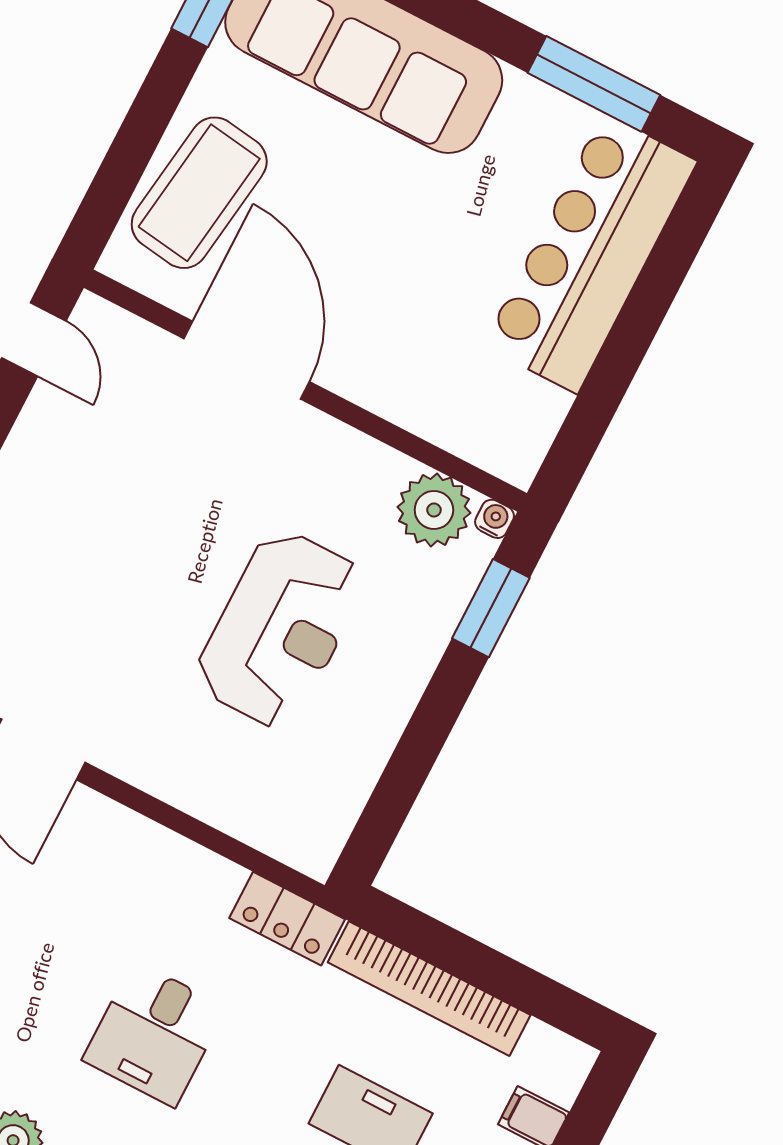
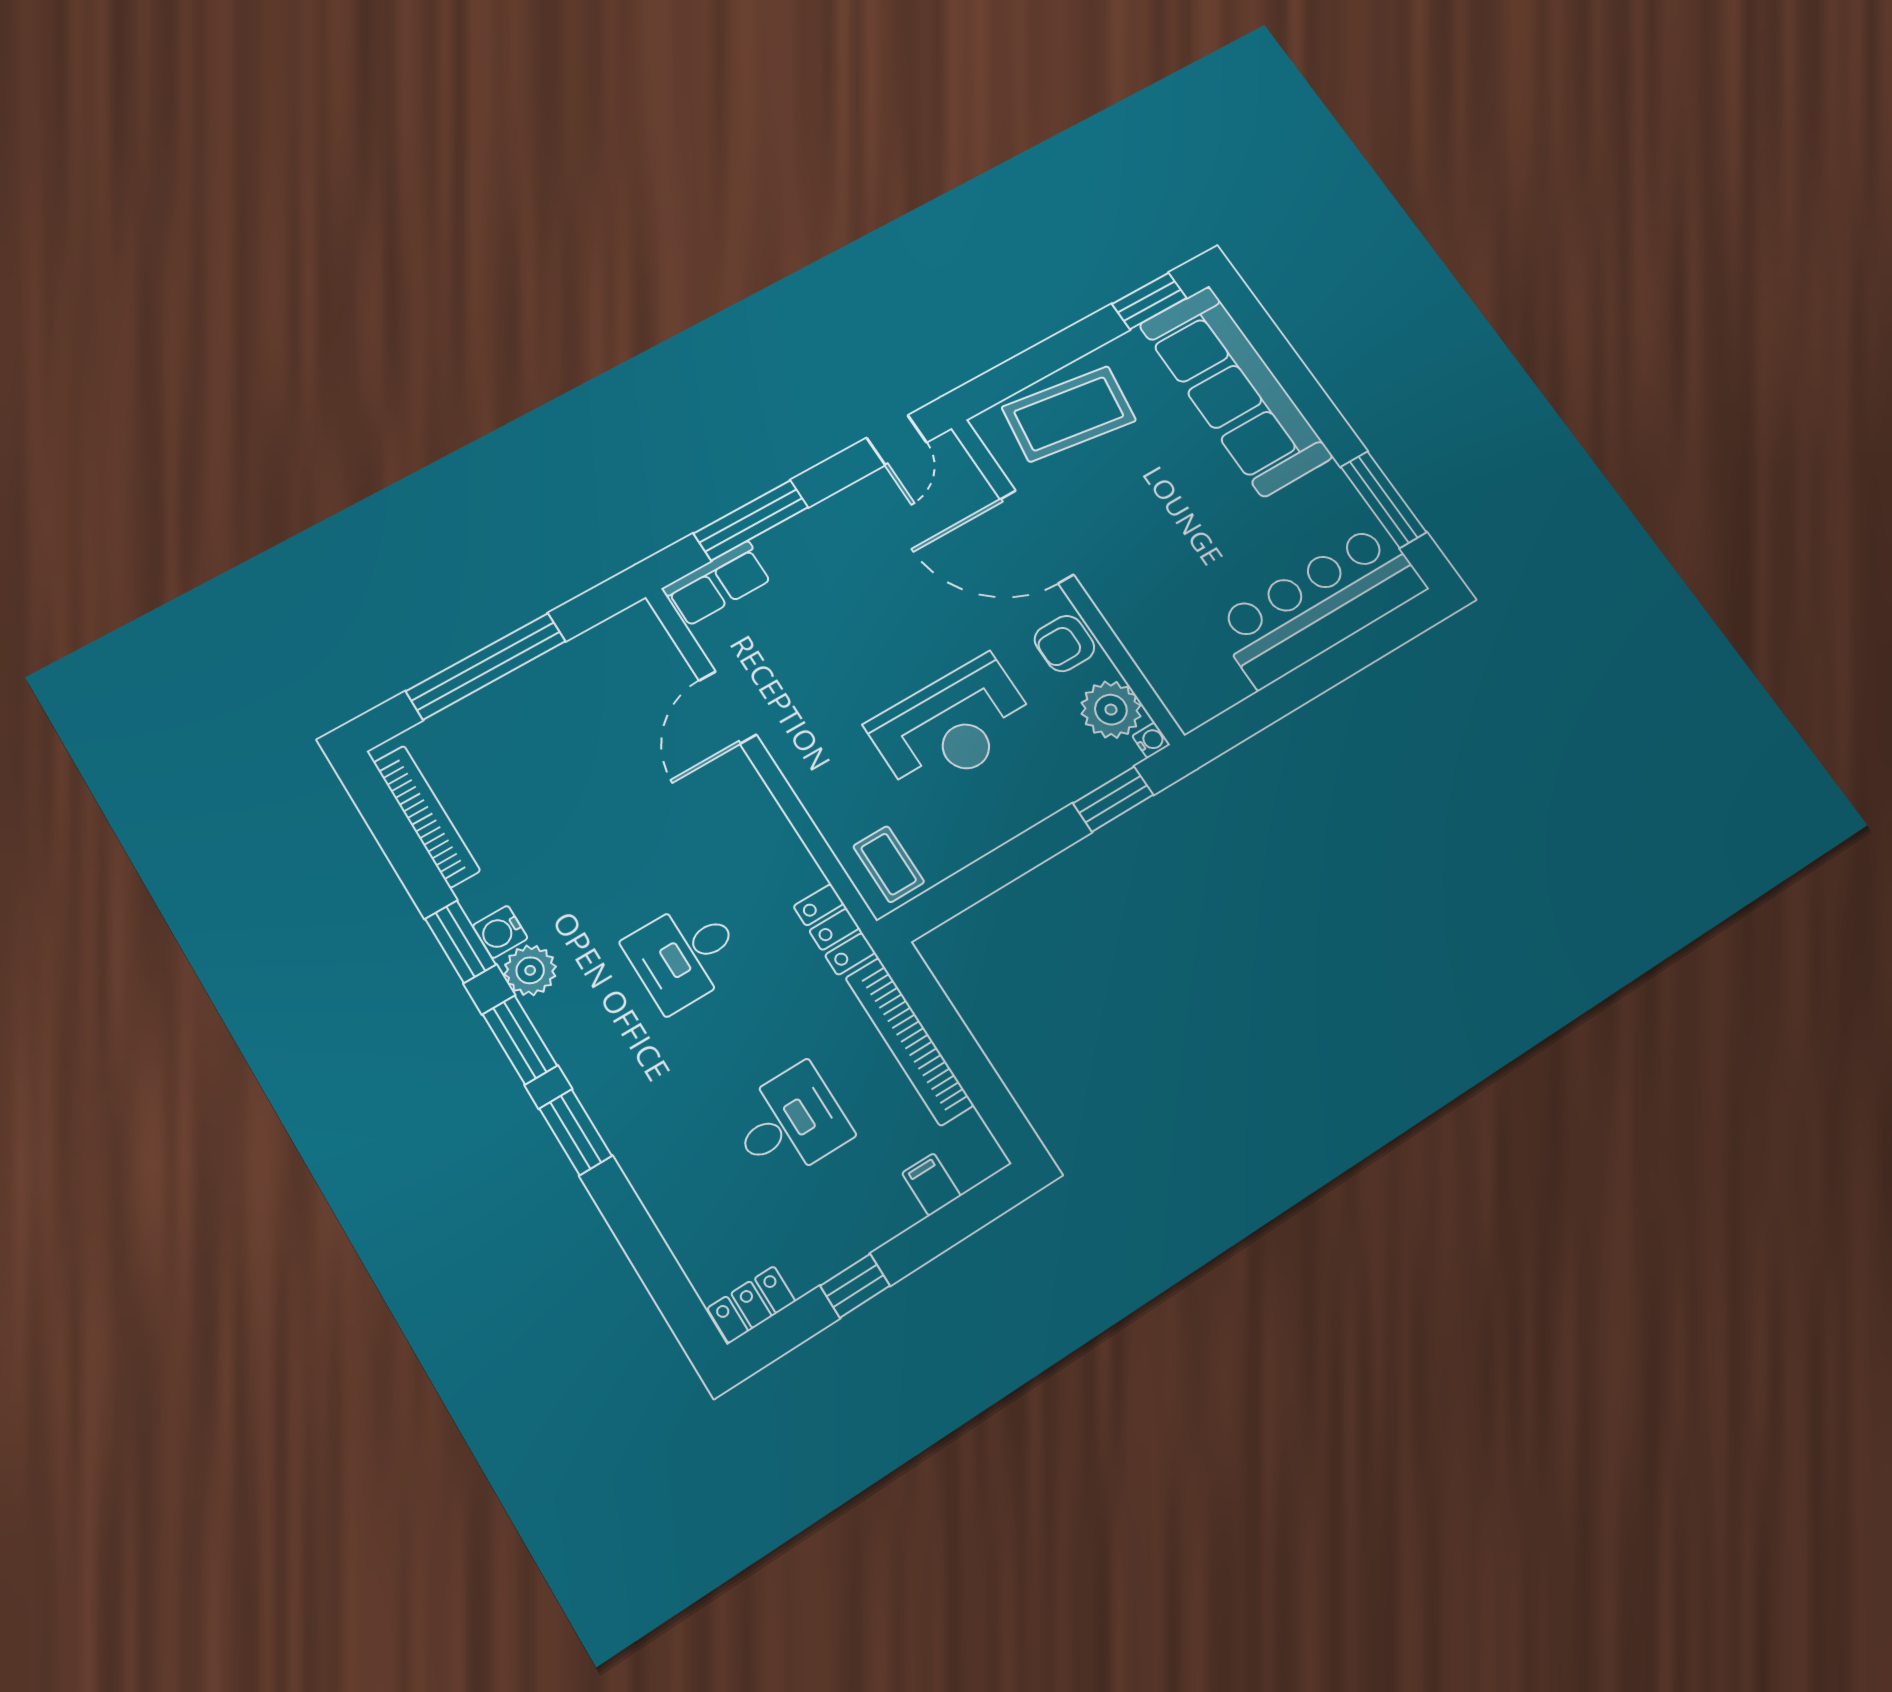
door: (247, 360) -> (1037, 537), swing flipped
armchair: (344, 465) -> (1064, 643), added
coffee table: (302, 817) -> (889, 864), added

